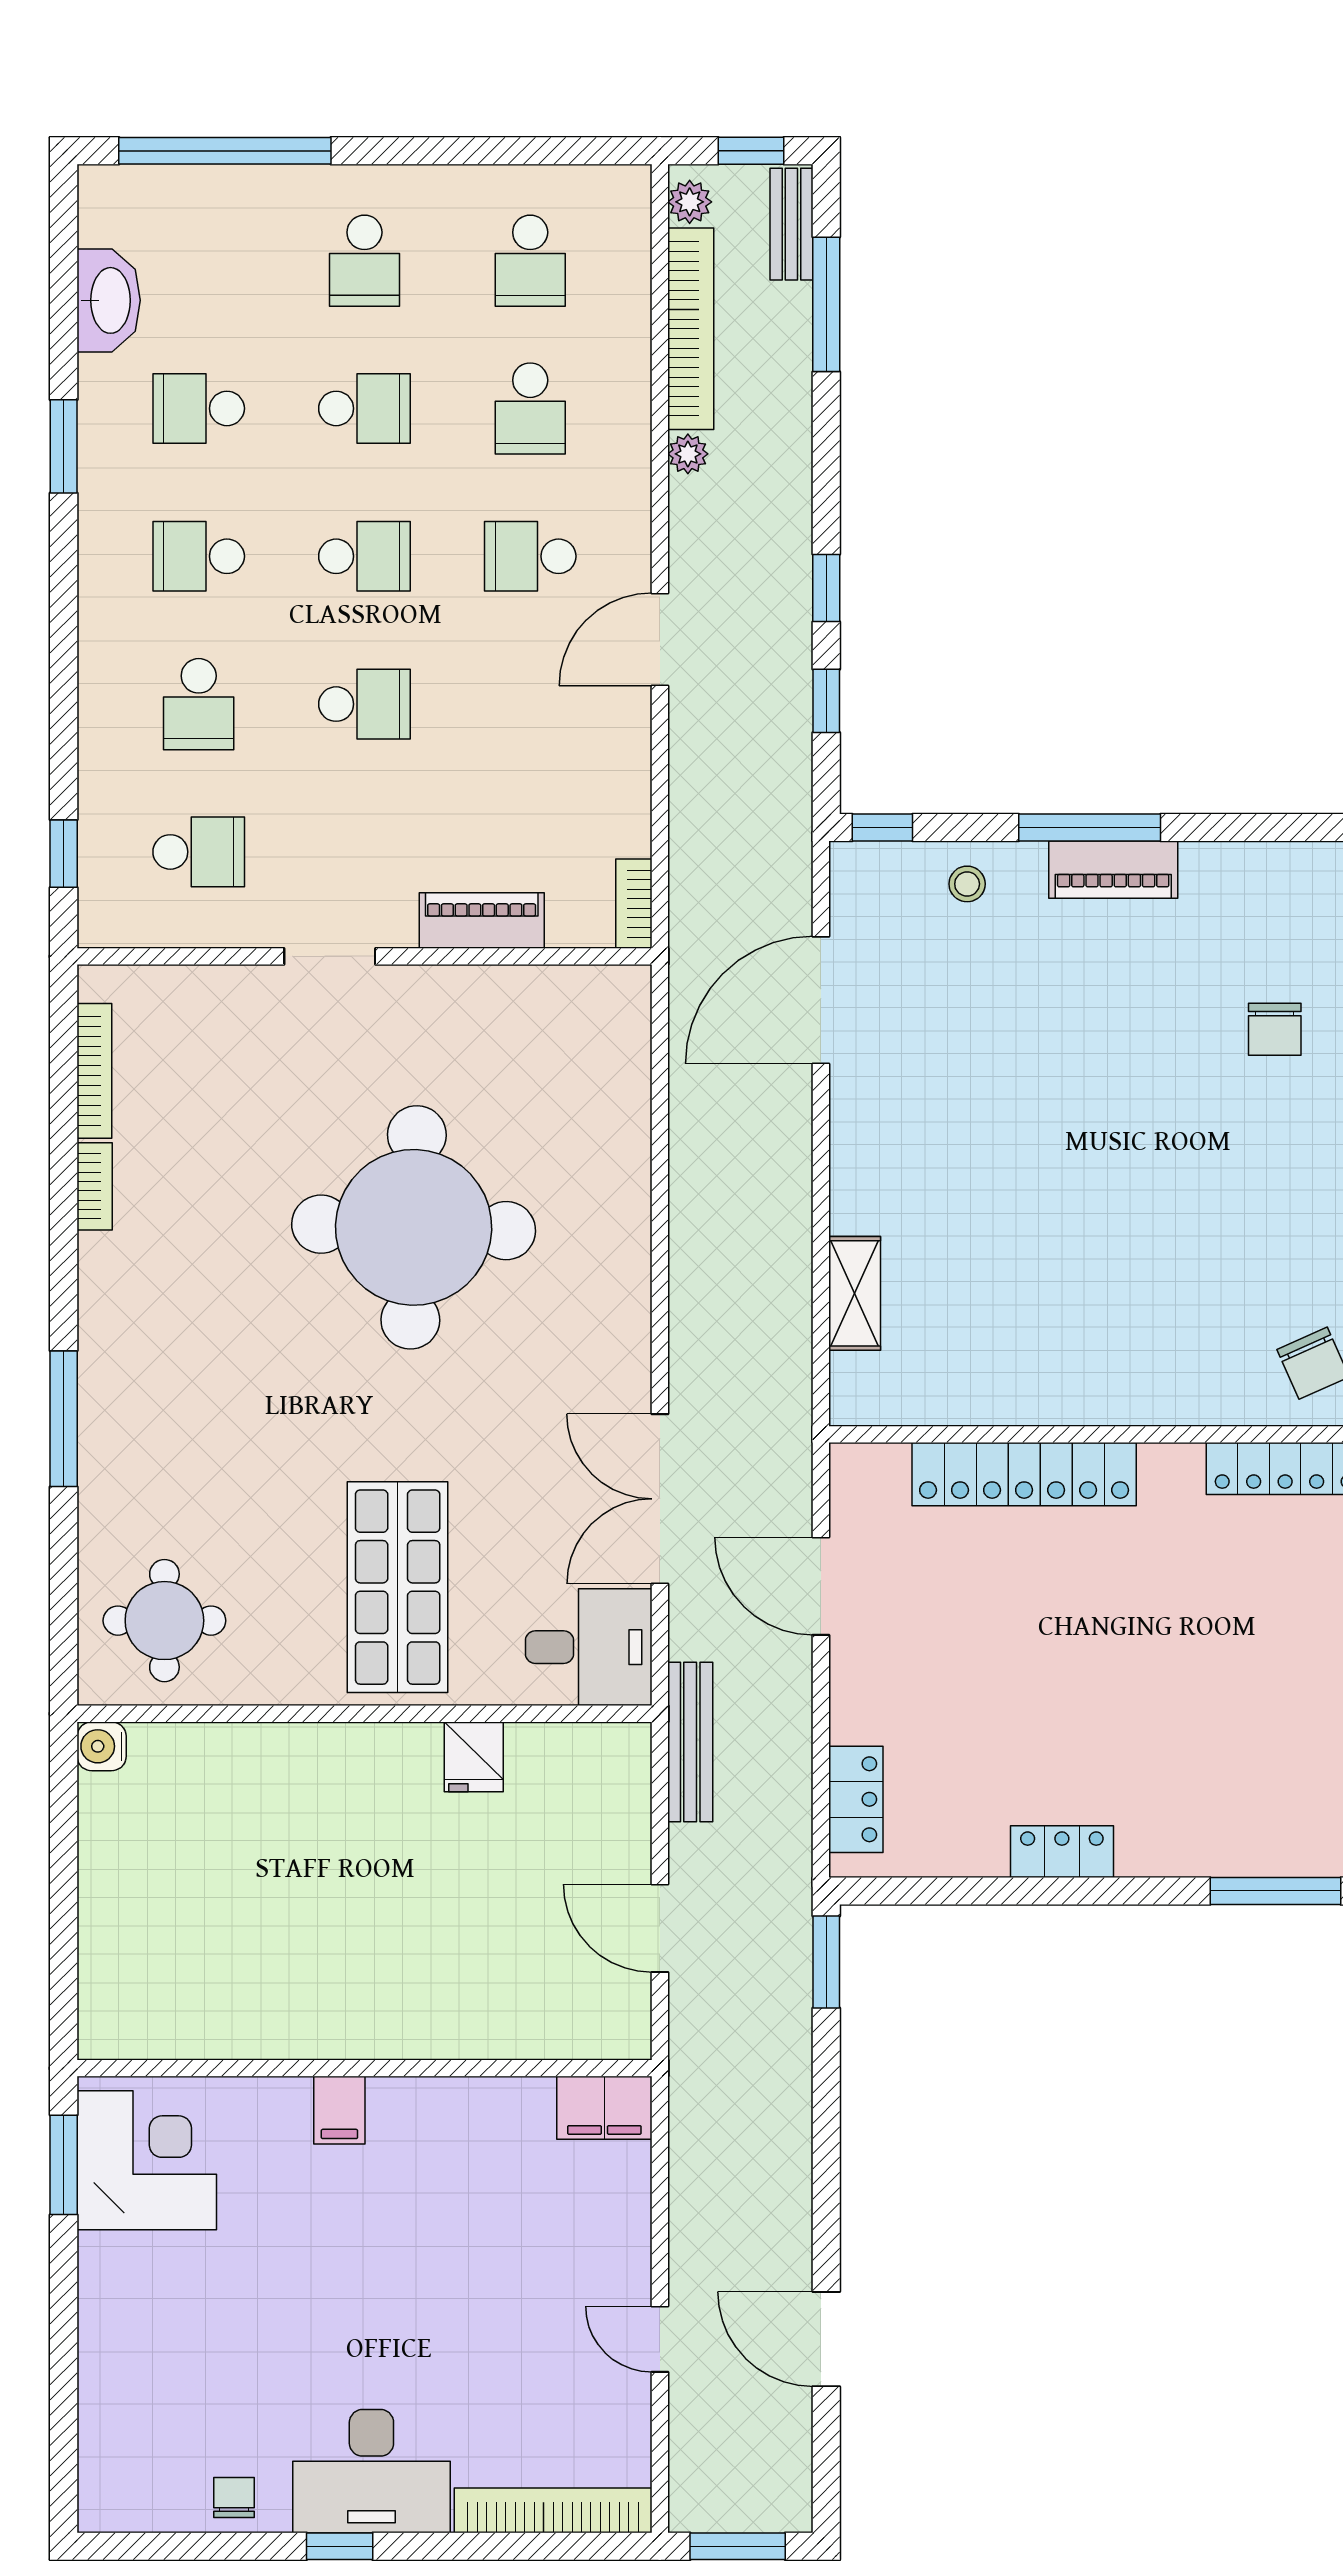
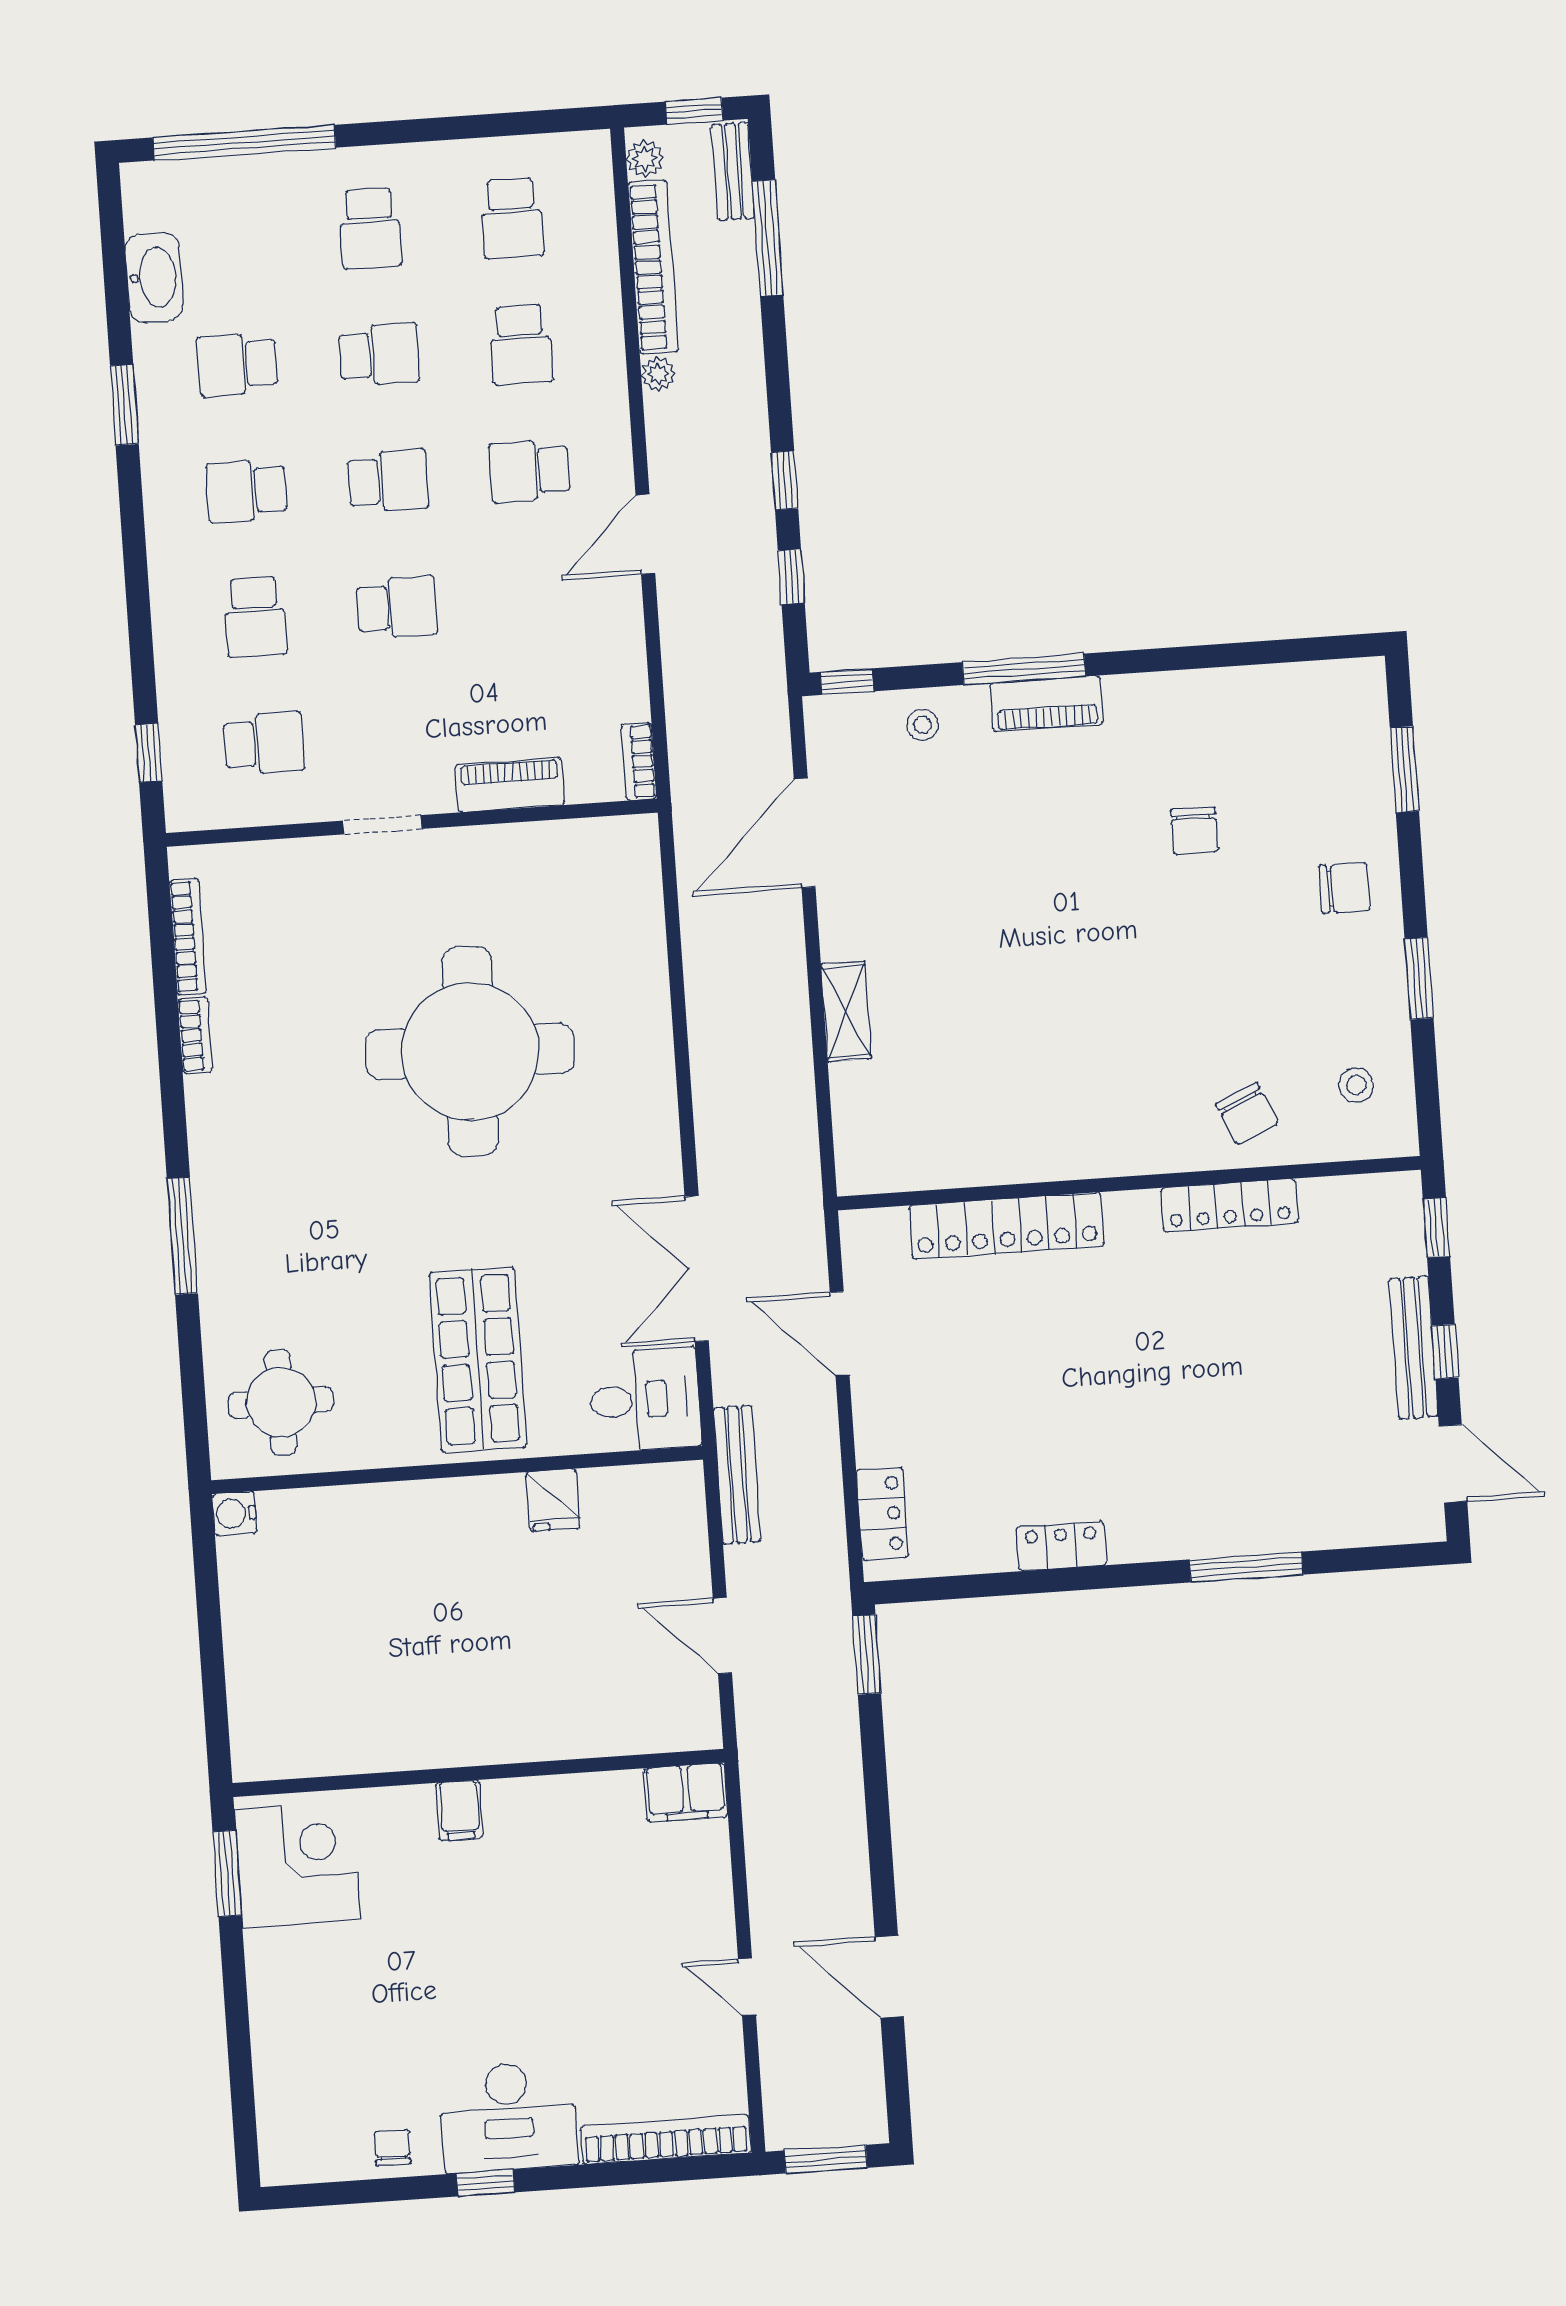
shelving: (855, 1293) -> (846, 1011), moved

